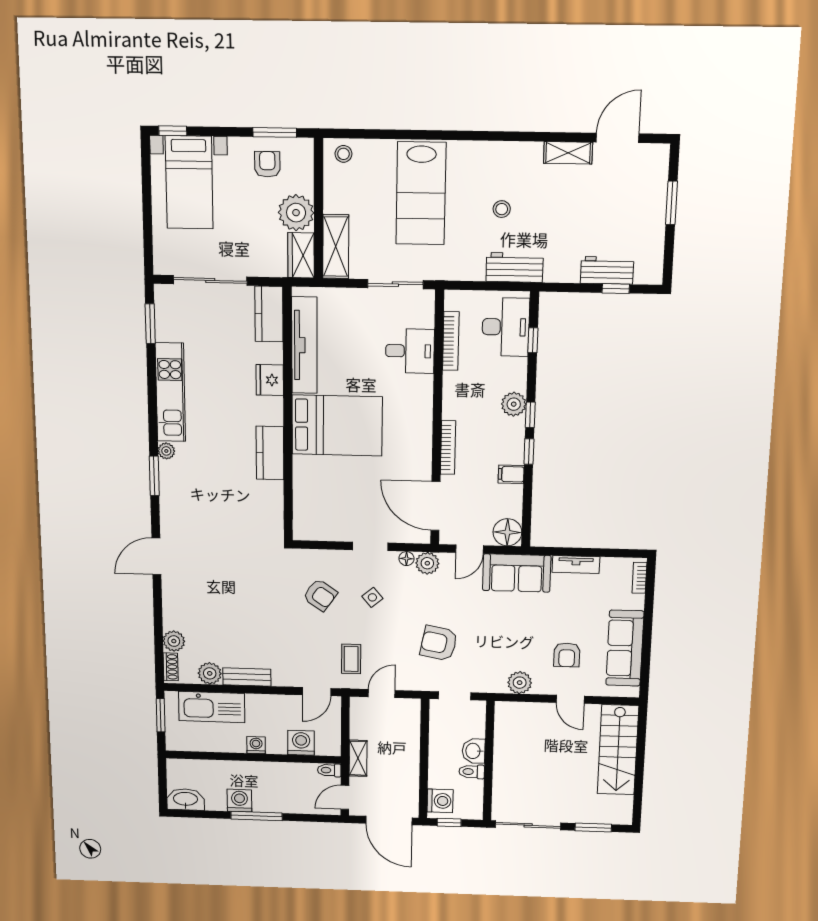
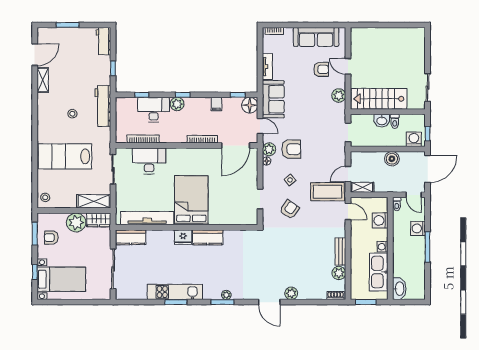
window: (173, 131) -> (35, 272), moved
door: (618, 138) -> (35, 55), swing flipped
lab bench: (421, 193) -> (65, 156), turned 180
workbench: (515, 267) -> (103, 106), width x1.38
workbench: (607, 270) -> (104, 41), moved
window: (616, 289) -> (113, 68), moved
window: (150, 324) -> (176, 302), moved
desk: (506, 327) -> (154, 110), moved
desk: (410, 351) -> (149, 161), width x1.37
fridge: (270, 380) -> (183, 237), moved
plant: (166, 451) -> (226, 295), moved
window: (529, 451) -> (238, 95), moved
doorway: (370, 546) -> (260, 199), moved
plant: (174, 641) -> (291, 293), moved
armchair: (439, 643) -> (291, 149), moved, turned -101
coffee table: (351, 659) -> (327, 192), width x1.86, depth x1.72
door: (382, 694) -> (348, 174), hinge flipped
door: (570, 699) -> (348, 66), swing flipped
kitchen sink: (212, 707) -> (379, 272), moved, turned 180
stairs: (618, 750) -> (379, 99), moved, turned 180
shelving: (358, 758) -> (362, 187), moved
boiler: (407, 765) -> (392, 159), added
washbasin: (185, 799) -> (399, 289), moved, turned 180
washing machine: (239, 801) -> (418, 228), moved
sliding door: (528, 825) -> (428, 88), width x0.73
window: (593, 827) -> (428, 50), removed

